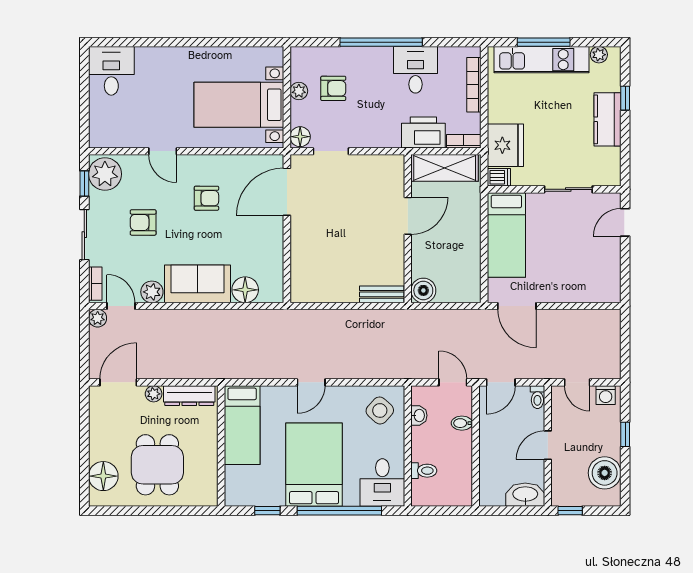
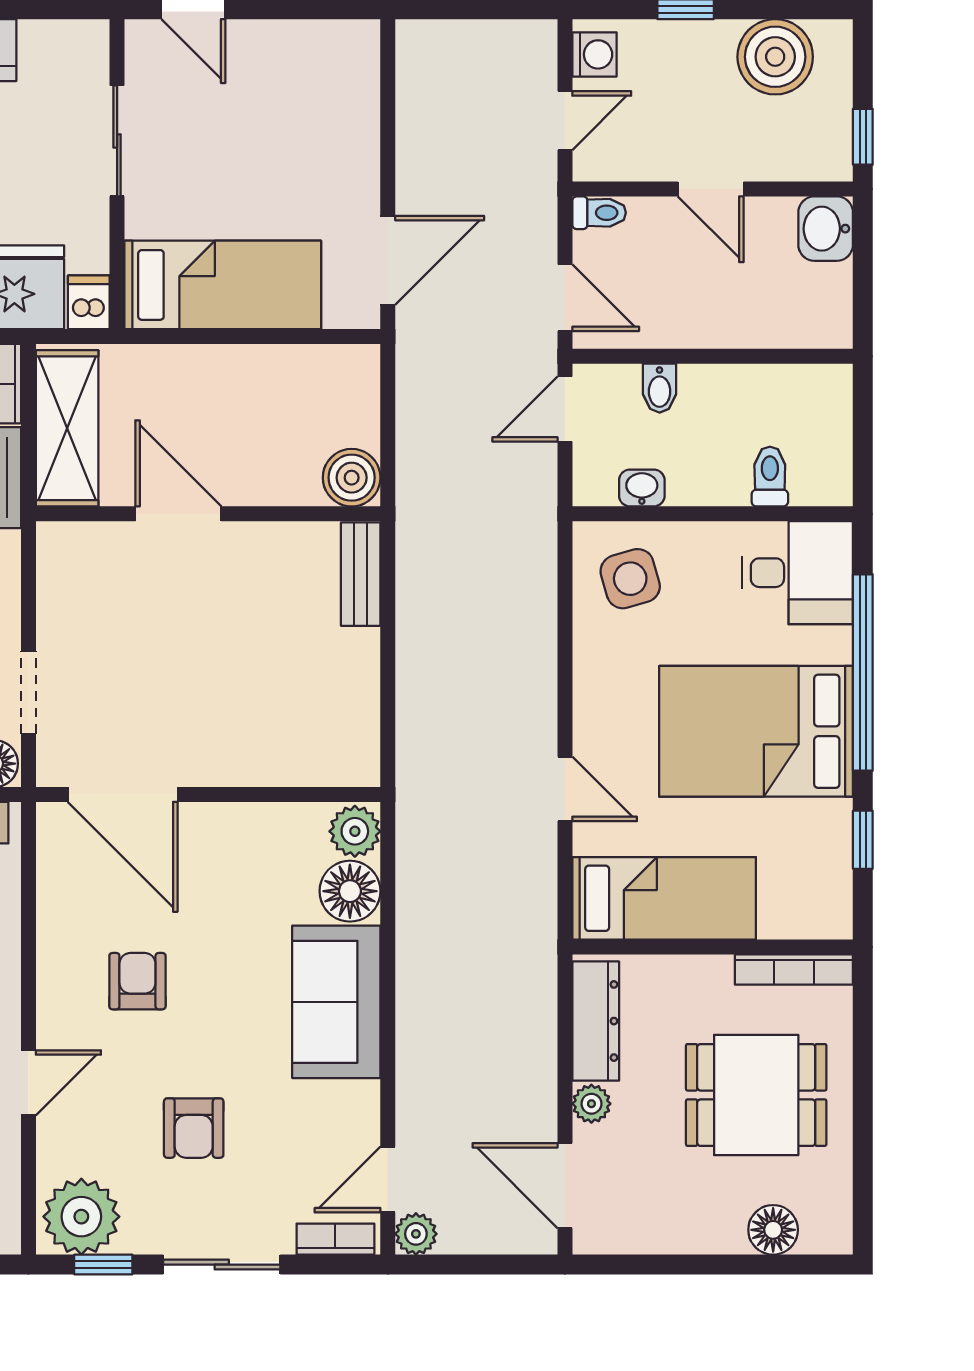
plant: (152, 292) -> (355, 831), moved
door: (311, 382) -> (565, 789), moved
side table: (380, 410) -> (630, 579), turned 32
floor lamp: (103, 476) -> (773, 1230), width x0.73, depth x0.73
bookcase: (211, 481) -> (794, 969), added
washbasin: (525, 495) -> (826, 229), width x0.72

